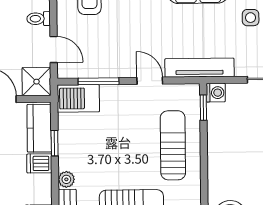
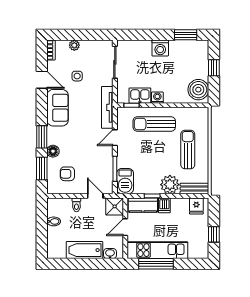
door: (54, 50) -> (95, 196), hinge flipped
washing machine: (216, 93) -> (157, 98), moved
kitchen sink: (219, 121) -> (140, 96), added
plant: (66, 179) -> (170, 185), width x1.88, depth x1.88

